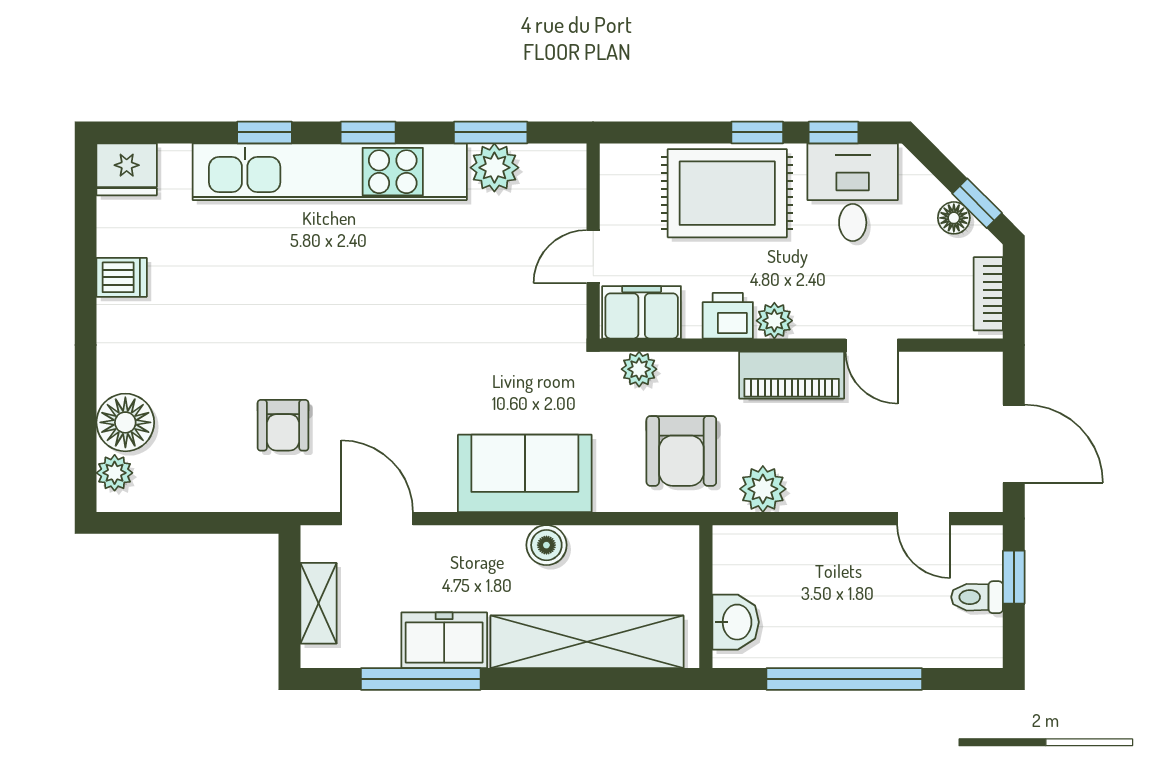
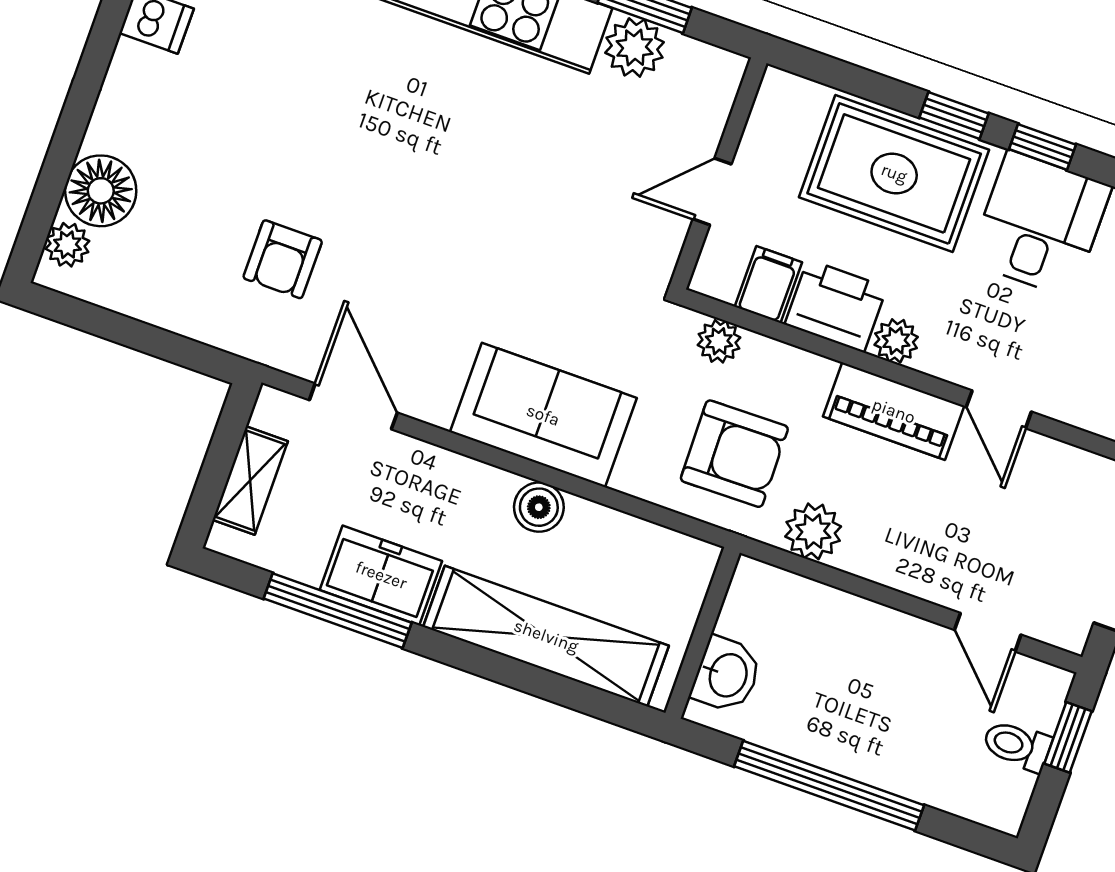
filing cabinet: (642, 312) -> (768, 284), width x0.50
printer: (728, 316) -> (836, 306), width x1.36, depth x1.24
armchair: (681, 451) -> (734, 454), turned -91

